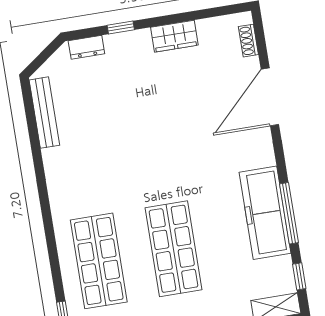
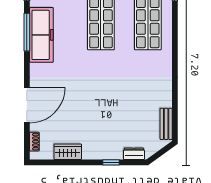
wardrobe: (174, 36) -> (68, 152), moved
bench: (44, 113) -> (166, 124), width x0.73

